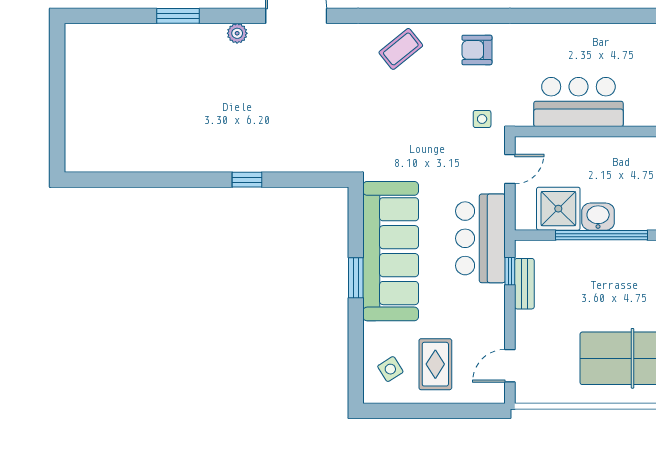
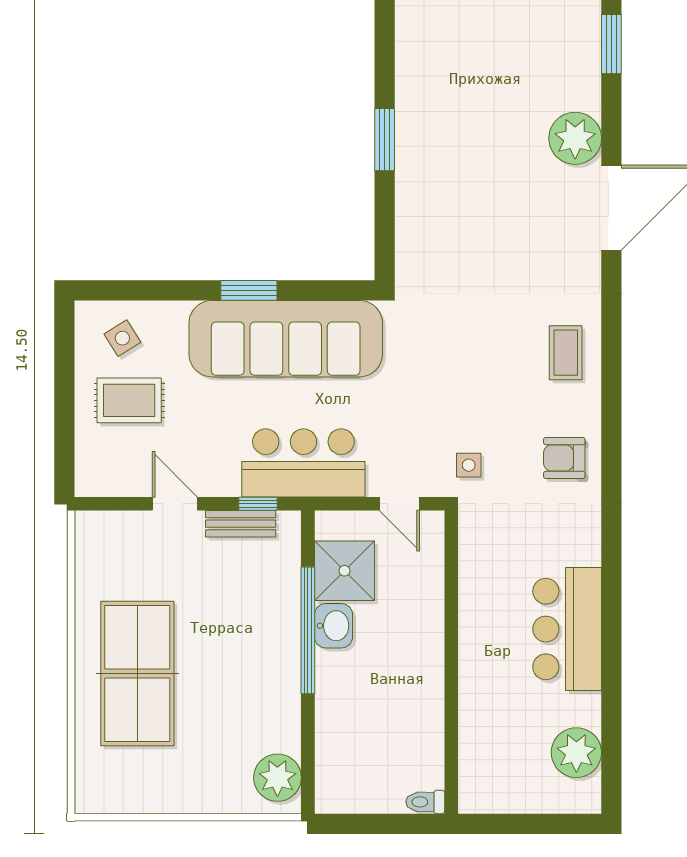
plant: (237, 33) -> (575, 138), width x1.88, depth x1.88
coffee table: (401, 49) -> (566, 353), turned 39
armchair: (477, 50) -> (564, 458), turned -90
bar counter: (578, 102) -> (567, 629), moved, turned 180
window: (247, 180) -> (385, 140), width x1.50
door: (510, 366) -> (175, 504), moved

